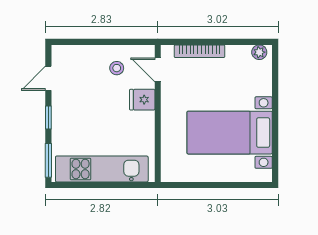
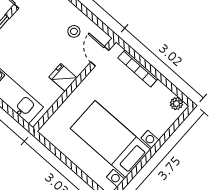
fridge: (142, 100) -> (63, 77), moved

